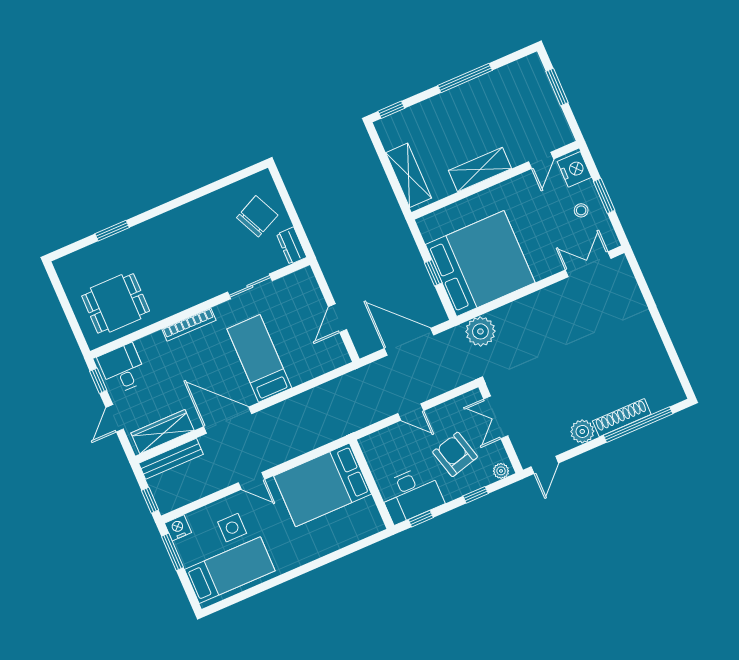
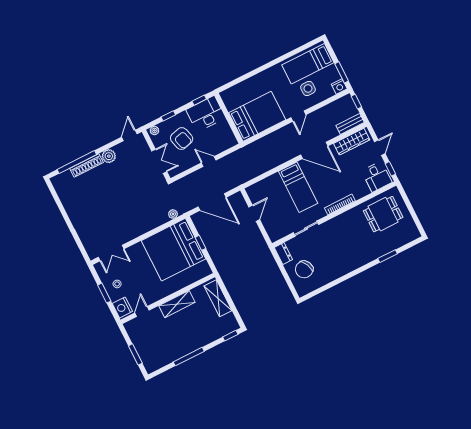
plant: (480, 331) -> (173, 214), width x0.53, depth x0.53
bench: (171, 459) -> (350, 124), width x0.73
door: (251, 481) -> (298, 116), swing flipped

